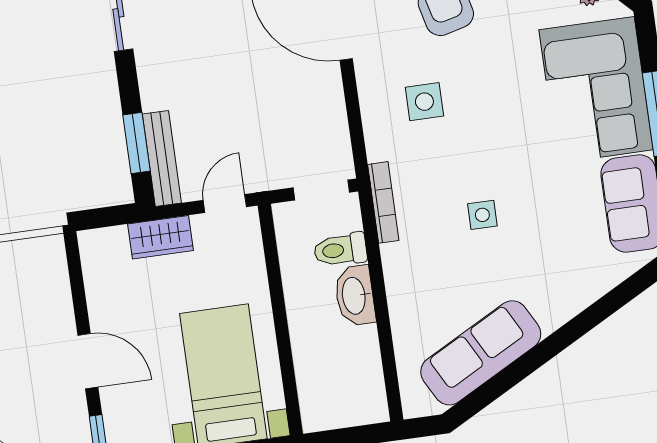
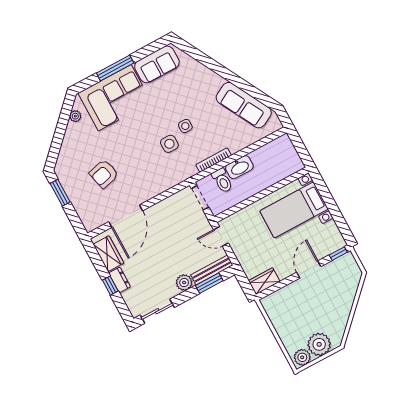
plant: (157, 91) -> (184, 283), added
side table: (424, 102) -> (169, 144), moved
bookcase: (383, 202) -> (214, 160), moved
wardrobe: (160, 237) -> (264, 281), moved, turned -90

